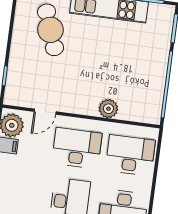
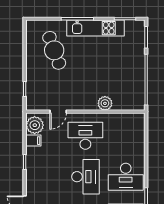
desk: (130, 155) -> (126, 136), removed

